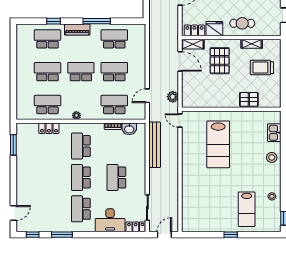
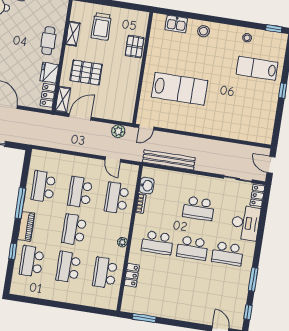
lab bench: (247, 209) -> (257, 68), turned 180

